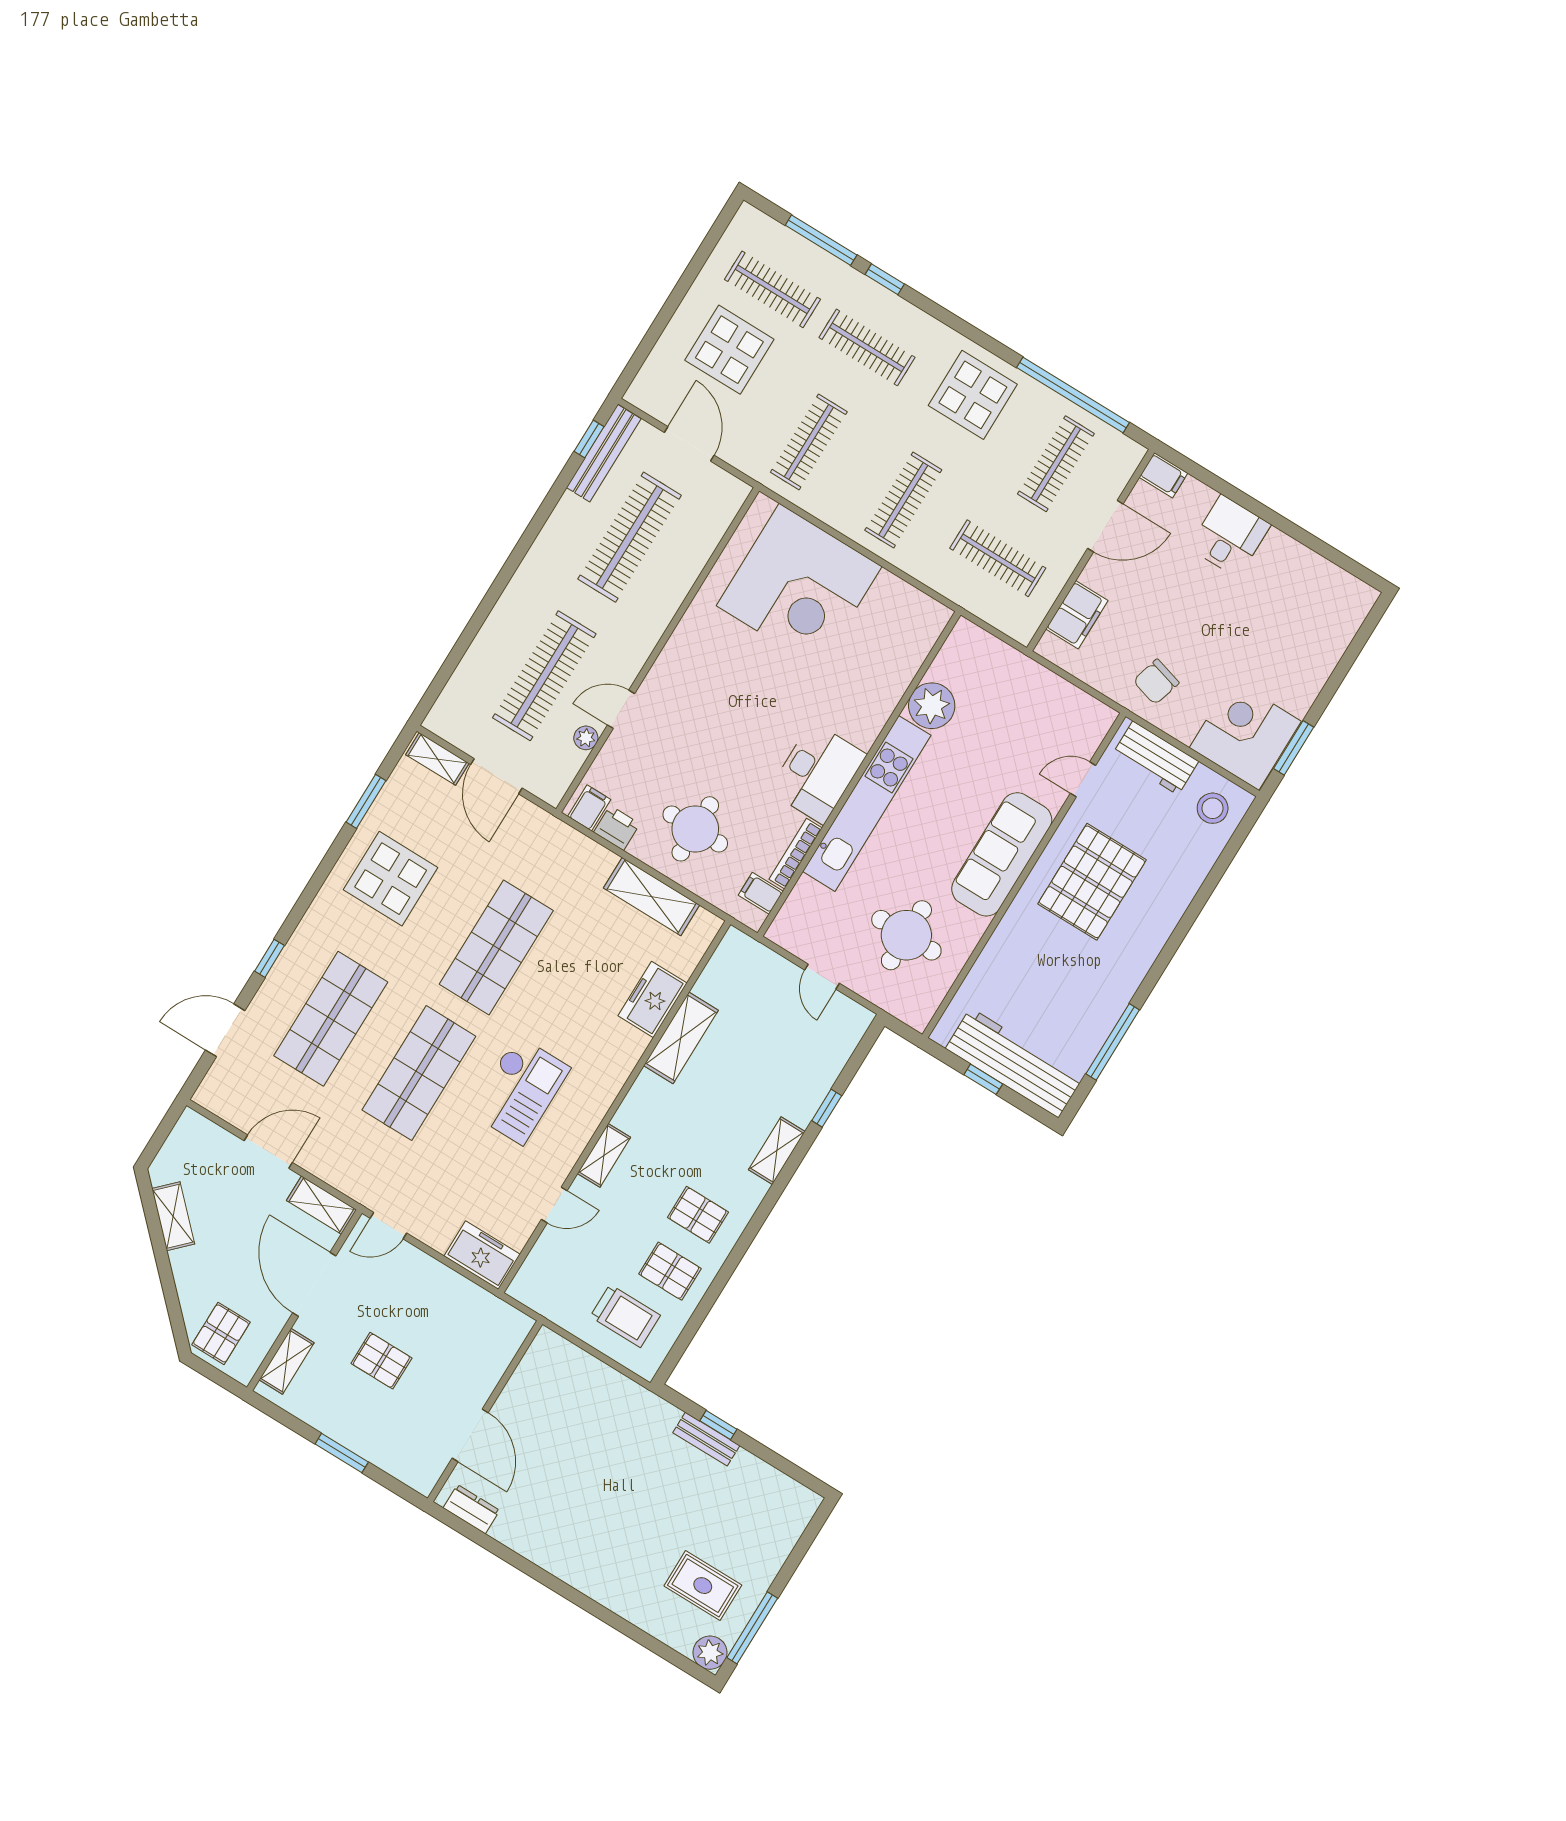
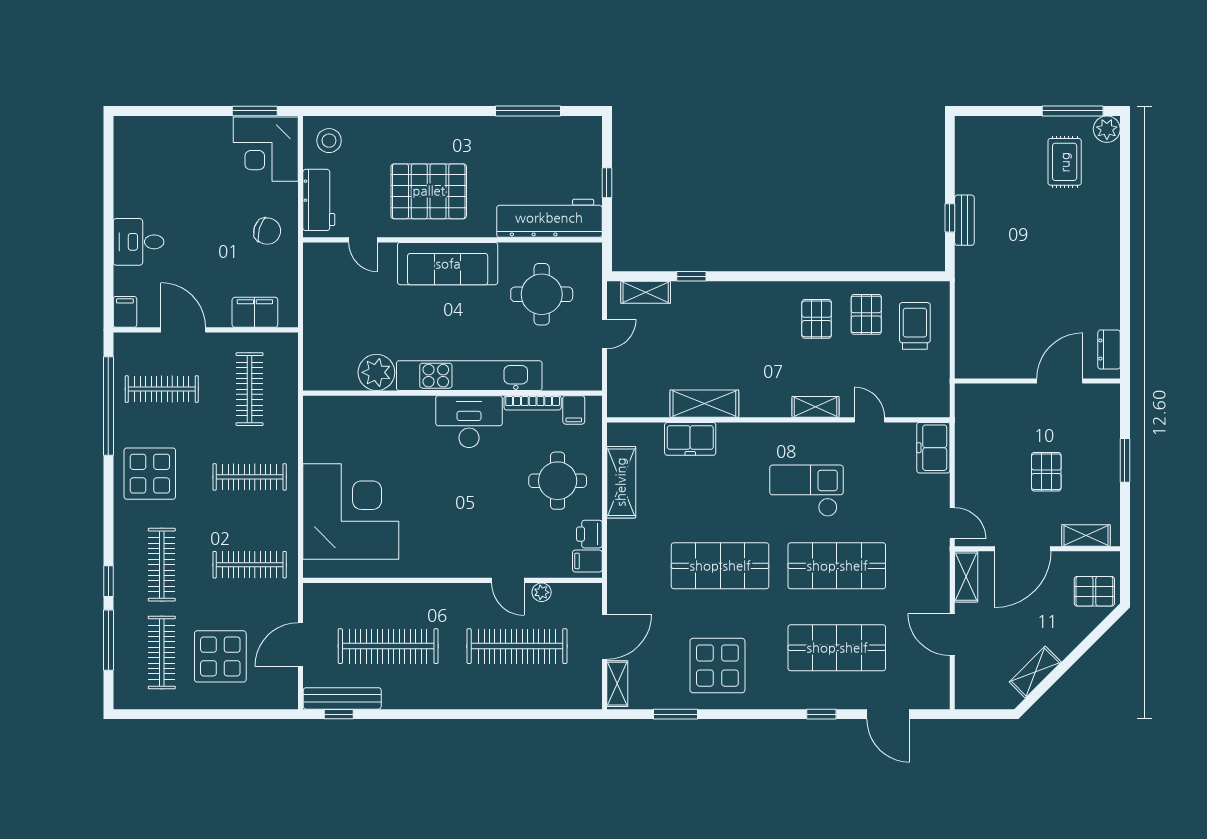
workbench: (1014, 1063) -> (549, 218), moved, turned 90
shelving: (777, 1151) -> (646, 292), moved

